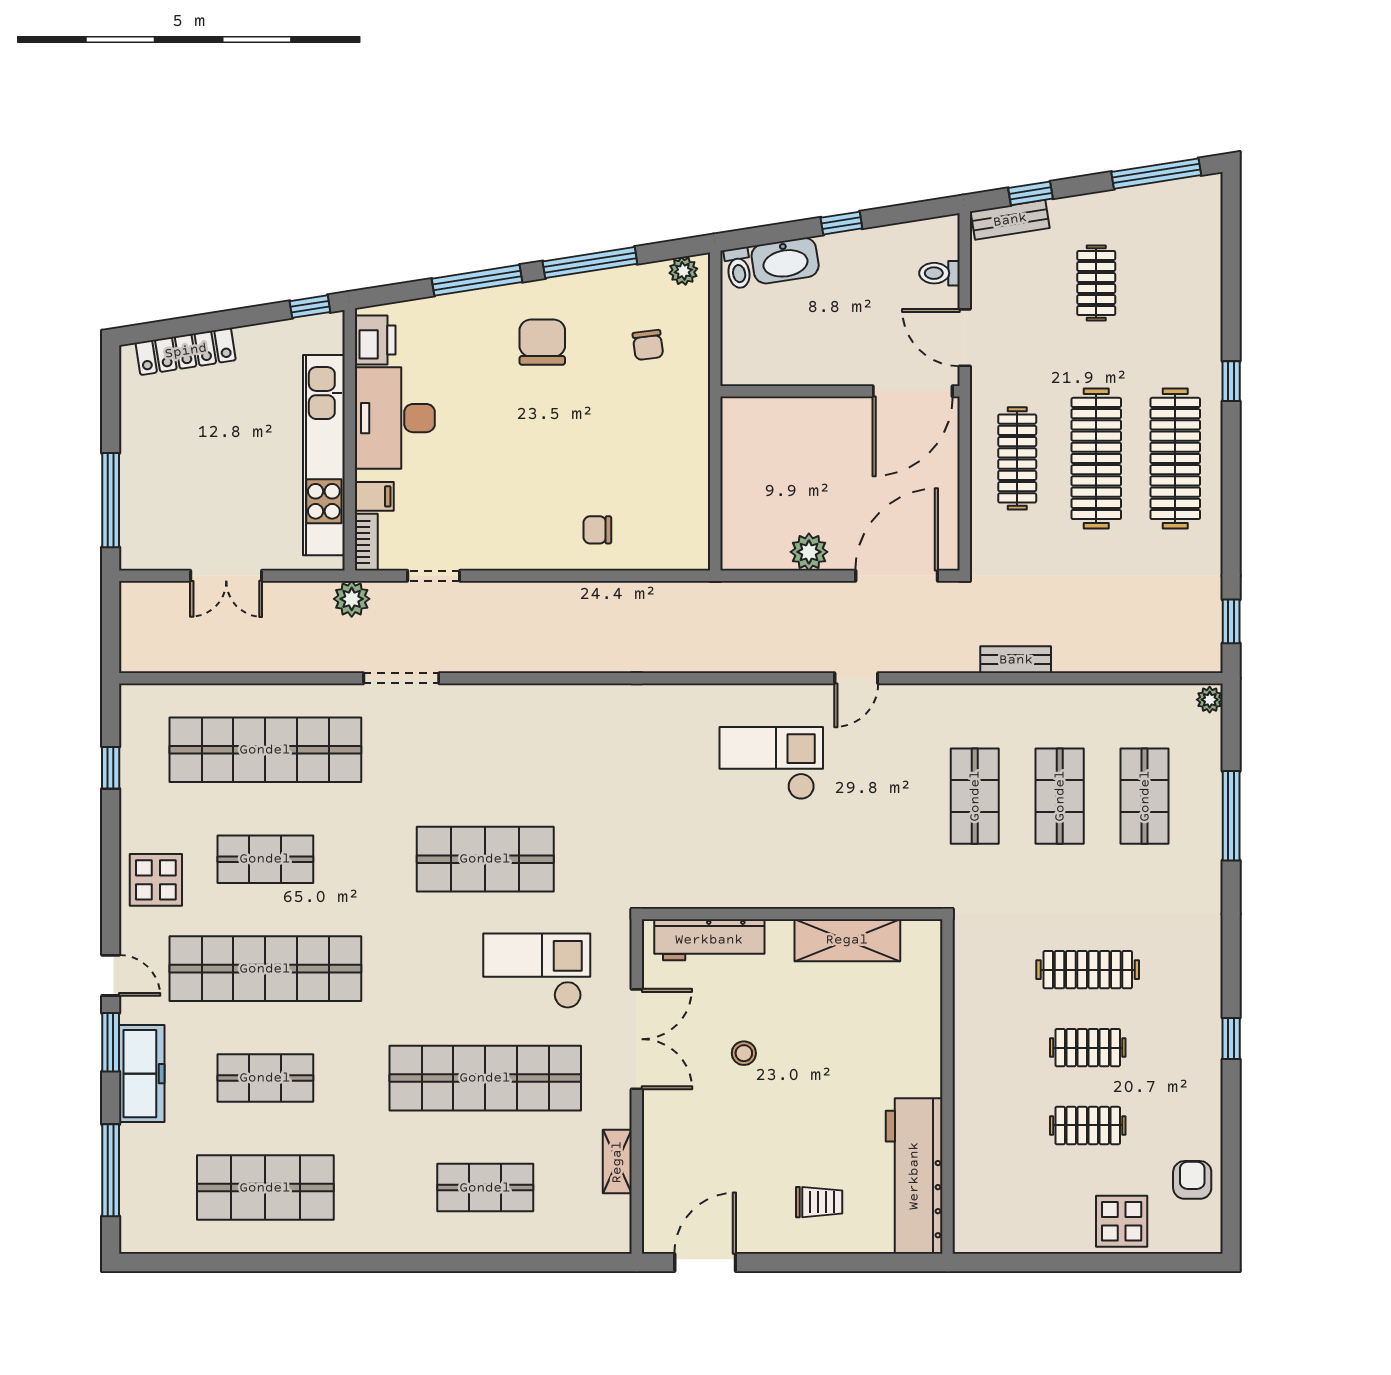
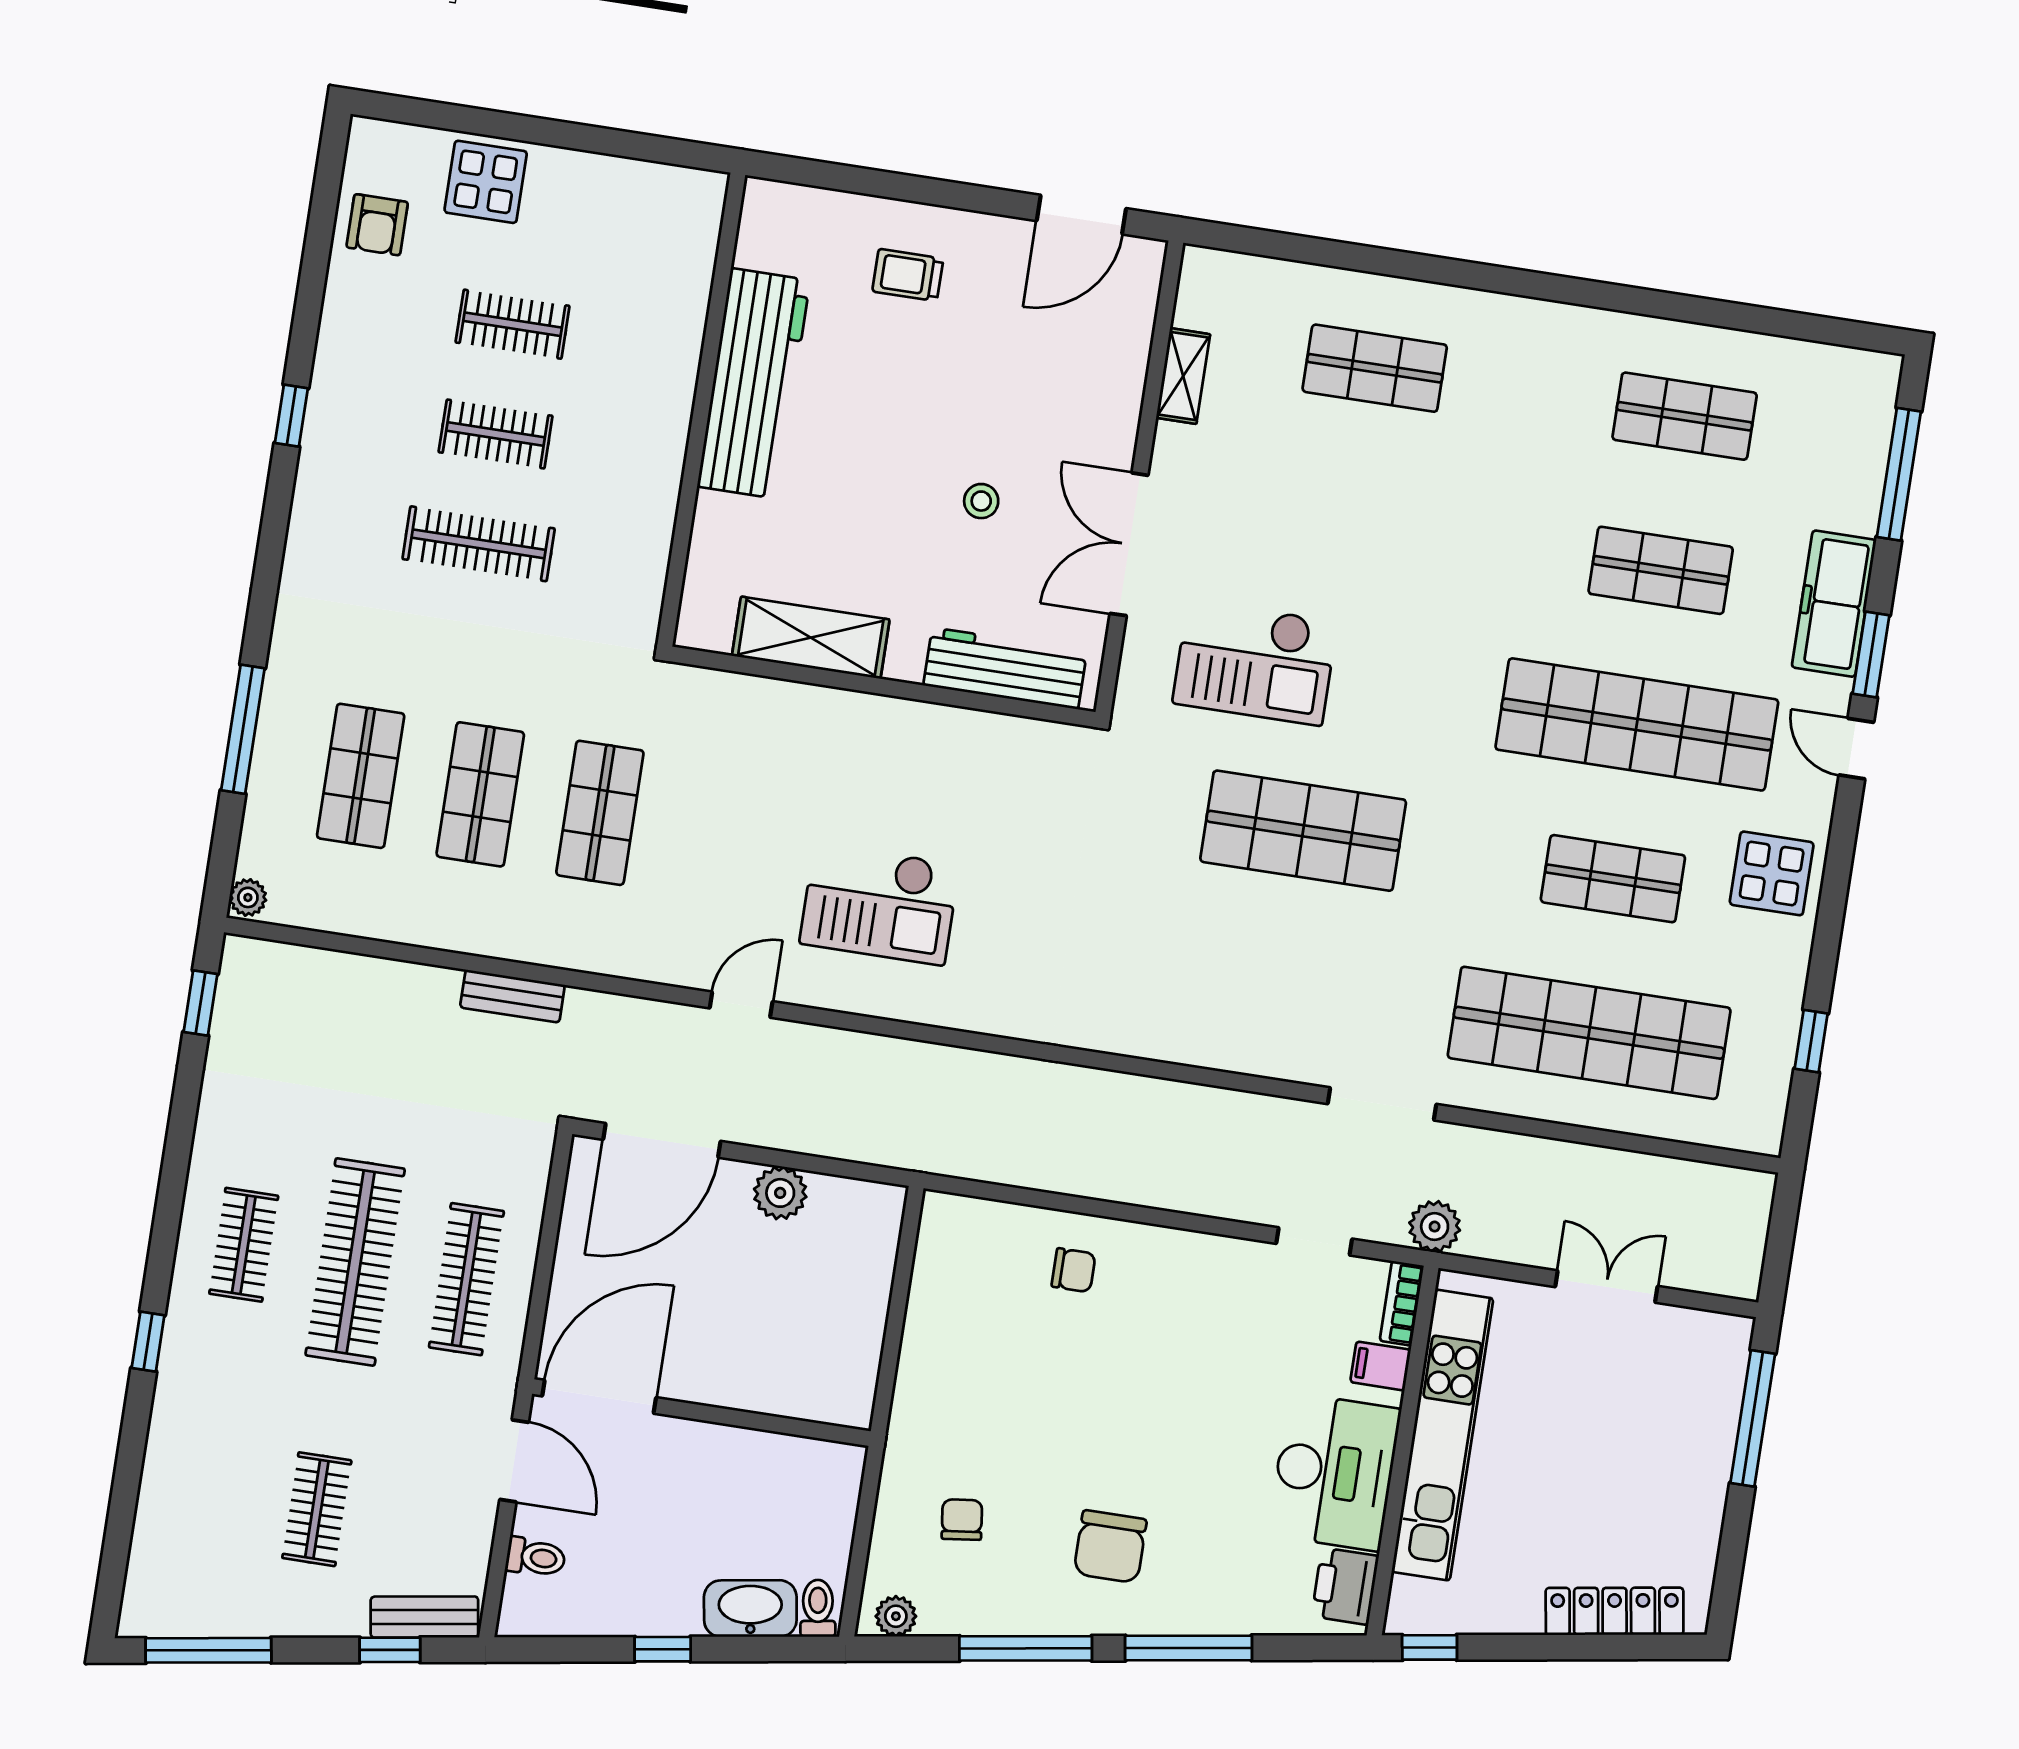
clothes rail: (1175, 458) -> (244, 1245), width x0.54, depth x0.76
shop shelf: (485, 1078) -> (1351, 522), removed
workbench: (914, 1176) -> (754, 383), moved
shop shelf: (265, 1188) -> (1685, 416), width x0.70, depth x0.74

